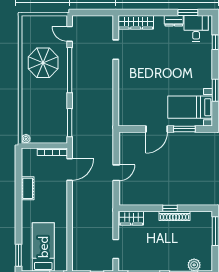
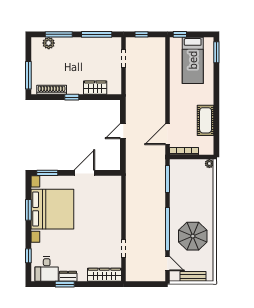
window: (188, 13) -> (65, 284), moved
bench: (43, 21) -> (193, 276), added
bed with nightstands: (190, 107) -> (52, 209), width x1.85
window: (184, 129) -> (47, 173), moved
cot: (28, 188) -> (206, 120), width x1.37, depth x1.34
shoe rack: (175, 216) -> (52, 90), moved
wardrobe: (131, 218) -> (95, 88), moved

